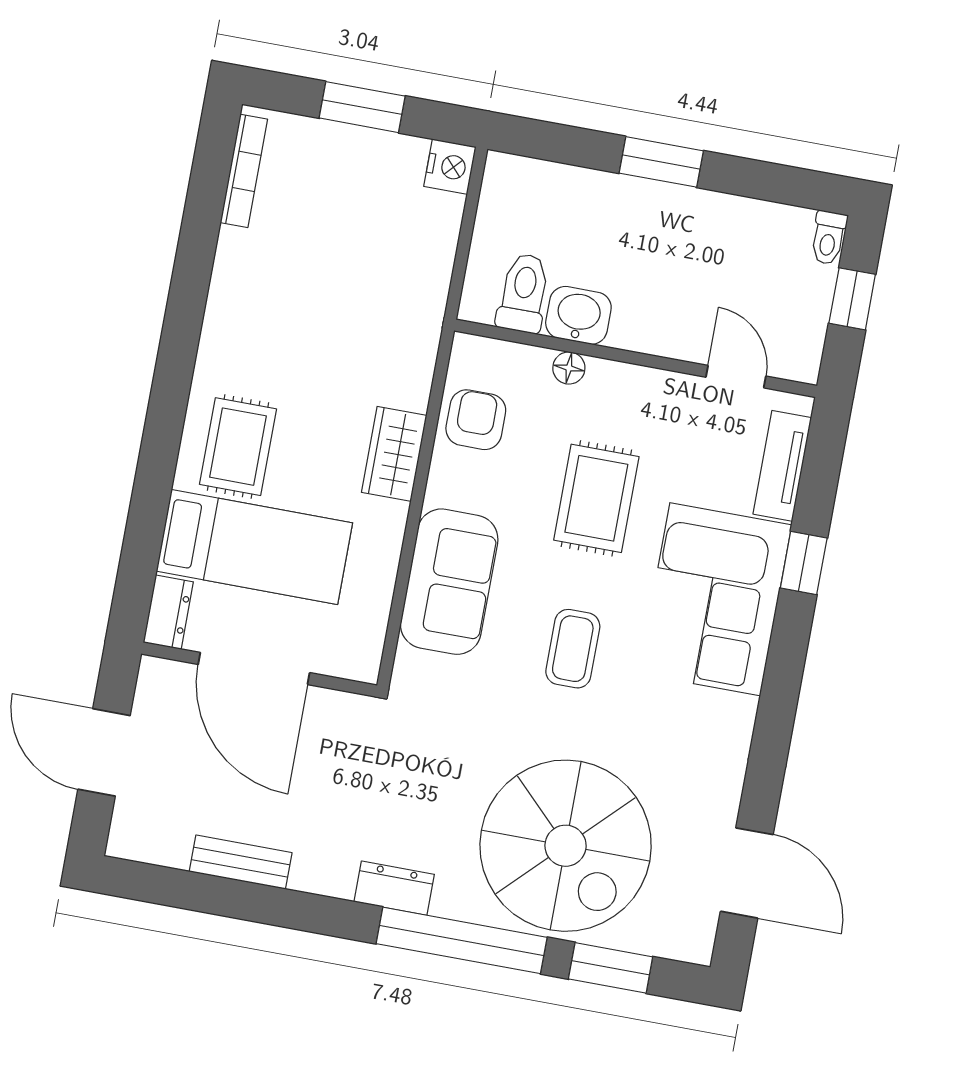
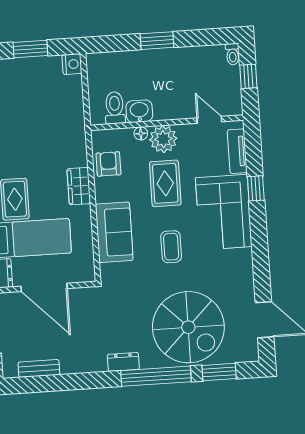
plant: (618, 394) -> (163, 139), added
bench: (241, 862) -> (39, 368), moved

